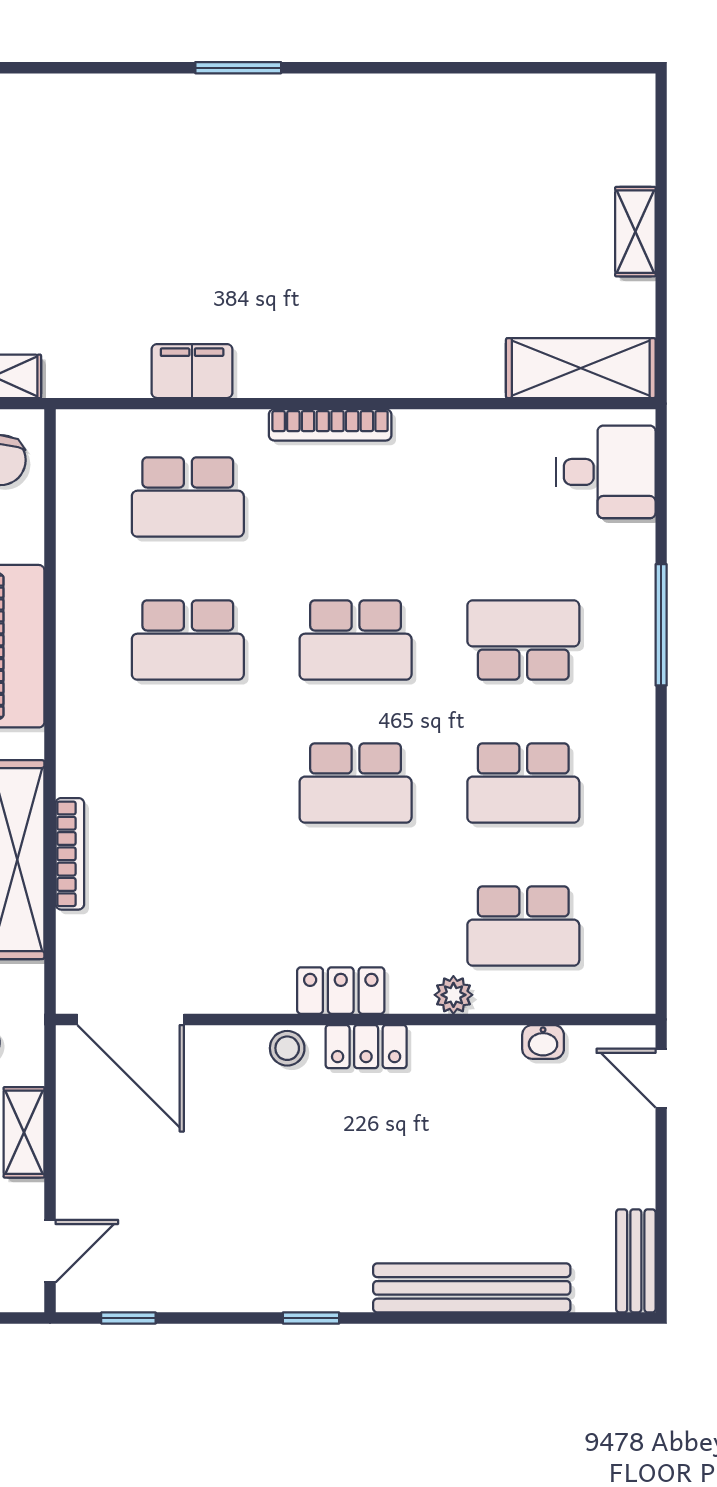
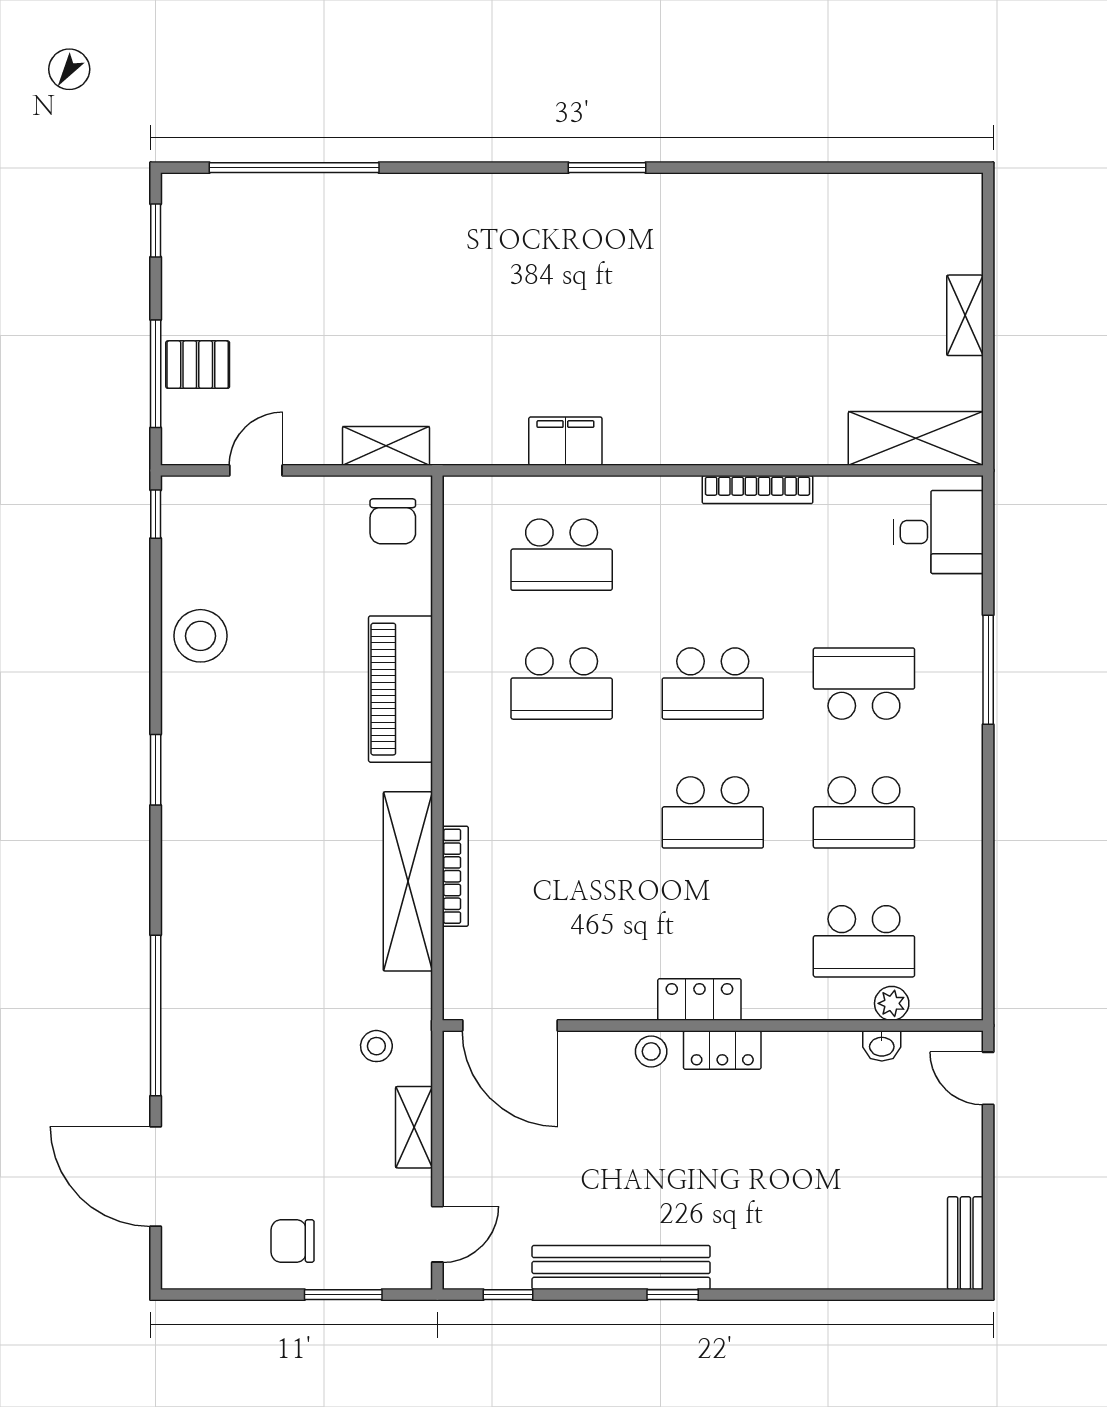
bookcase: (330, 425) -> (757, 490), moved
plant: (453, 995) -> (892, 1003), moved
bench: (472, 1288) -> (621, 1267), moved

